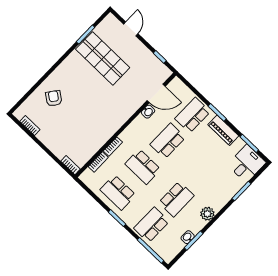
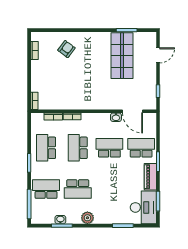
desk: (247, 164) -> (143, 207), width x1.37

